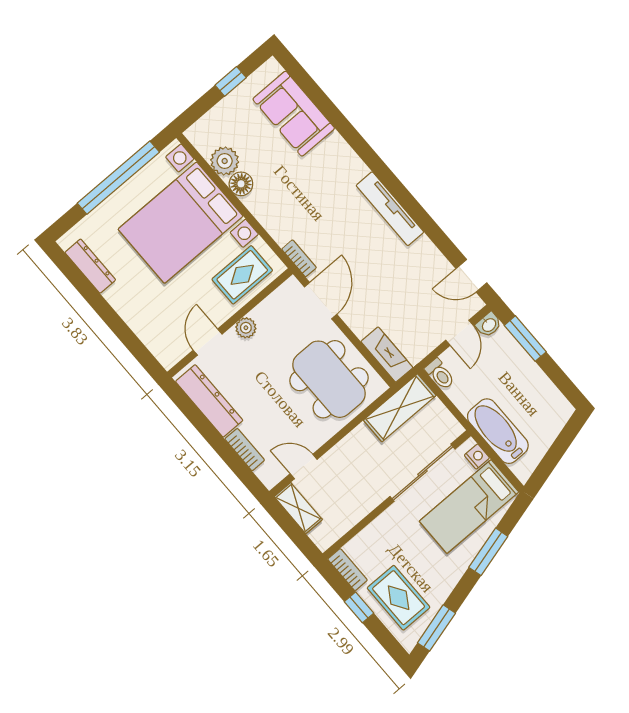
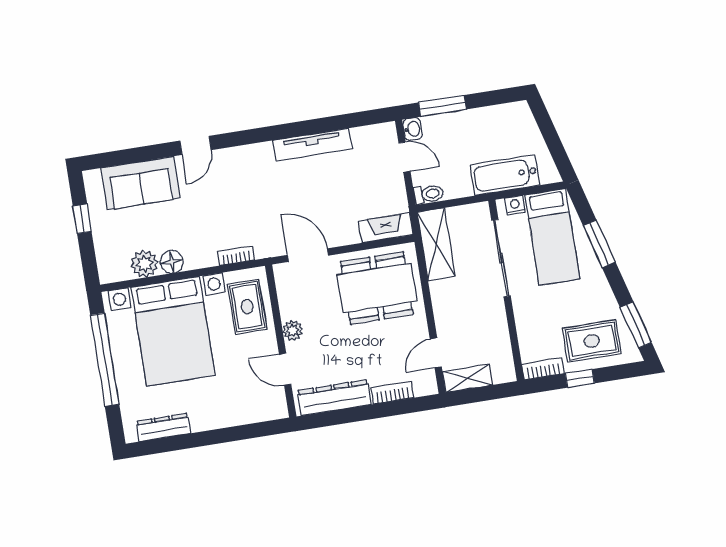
tv unit: (390, 209) -> (312, 145), moved
bookcase: (299, 258) -> (236, 256), moved
door: (471, 276) -> (195, 145), moved

